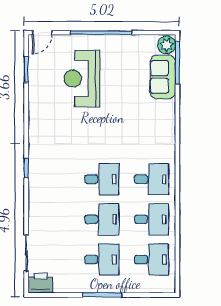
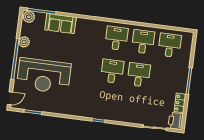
door: (42, 33) -> (10, 98), hinge flipped
plant: (129, 43) -> (24, 42), added
sofa: (163, 77) -> (61, 24), moved
reception desk: (82, 78) -> (44, 76), width x1.36, depth x1.30
desk: (102, 259) -> (165, 78), removed
locker: (68, 286) -> (180, 103), added

